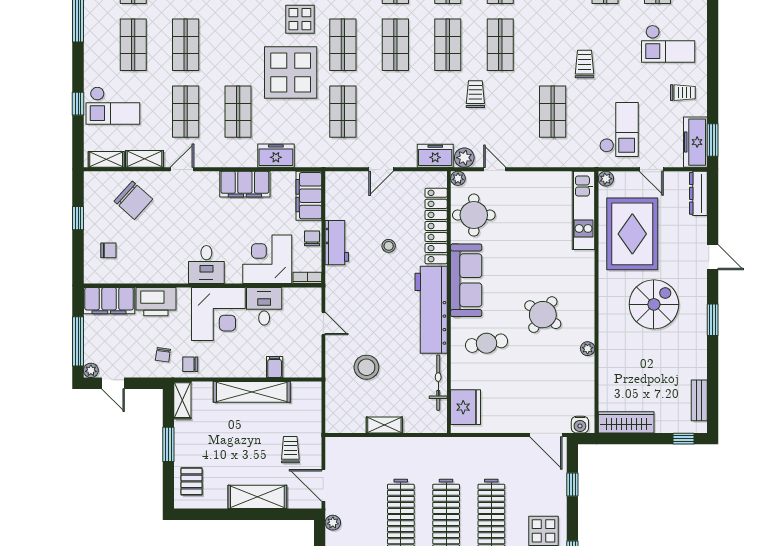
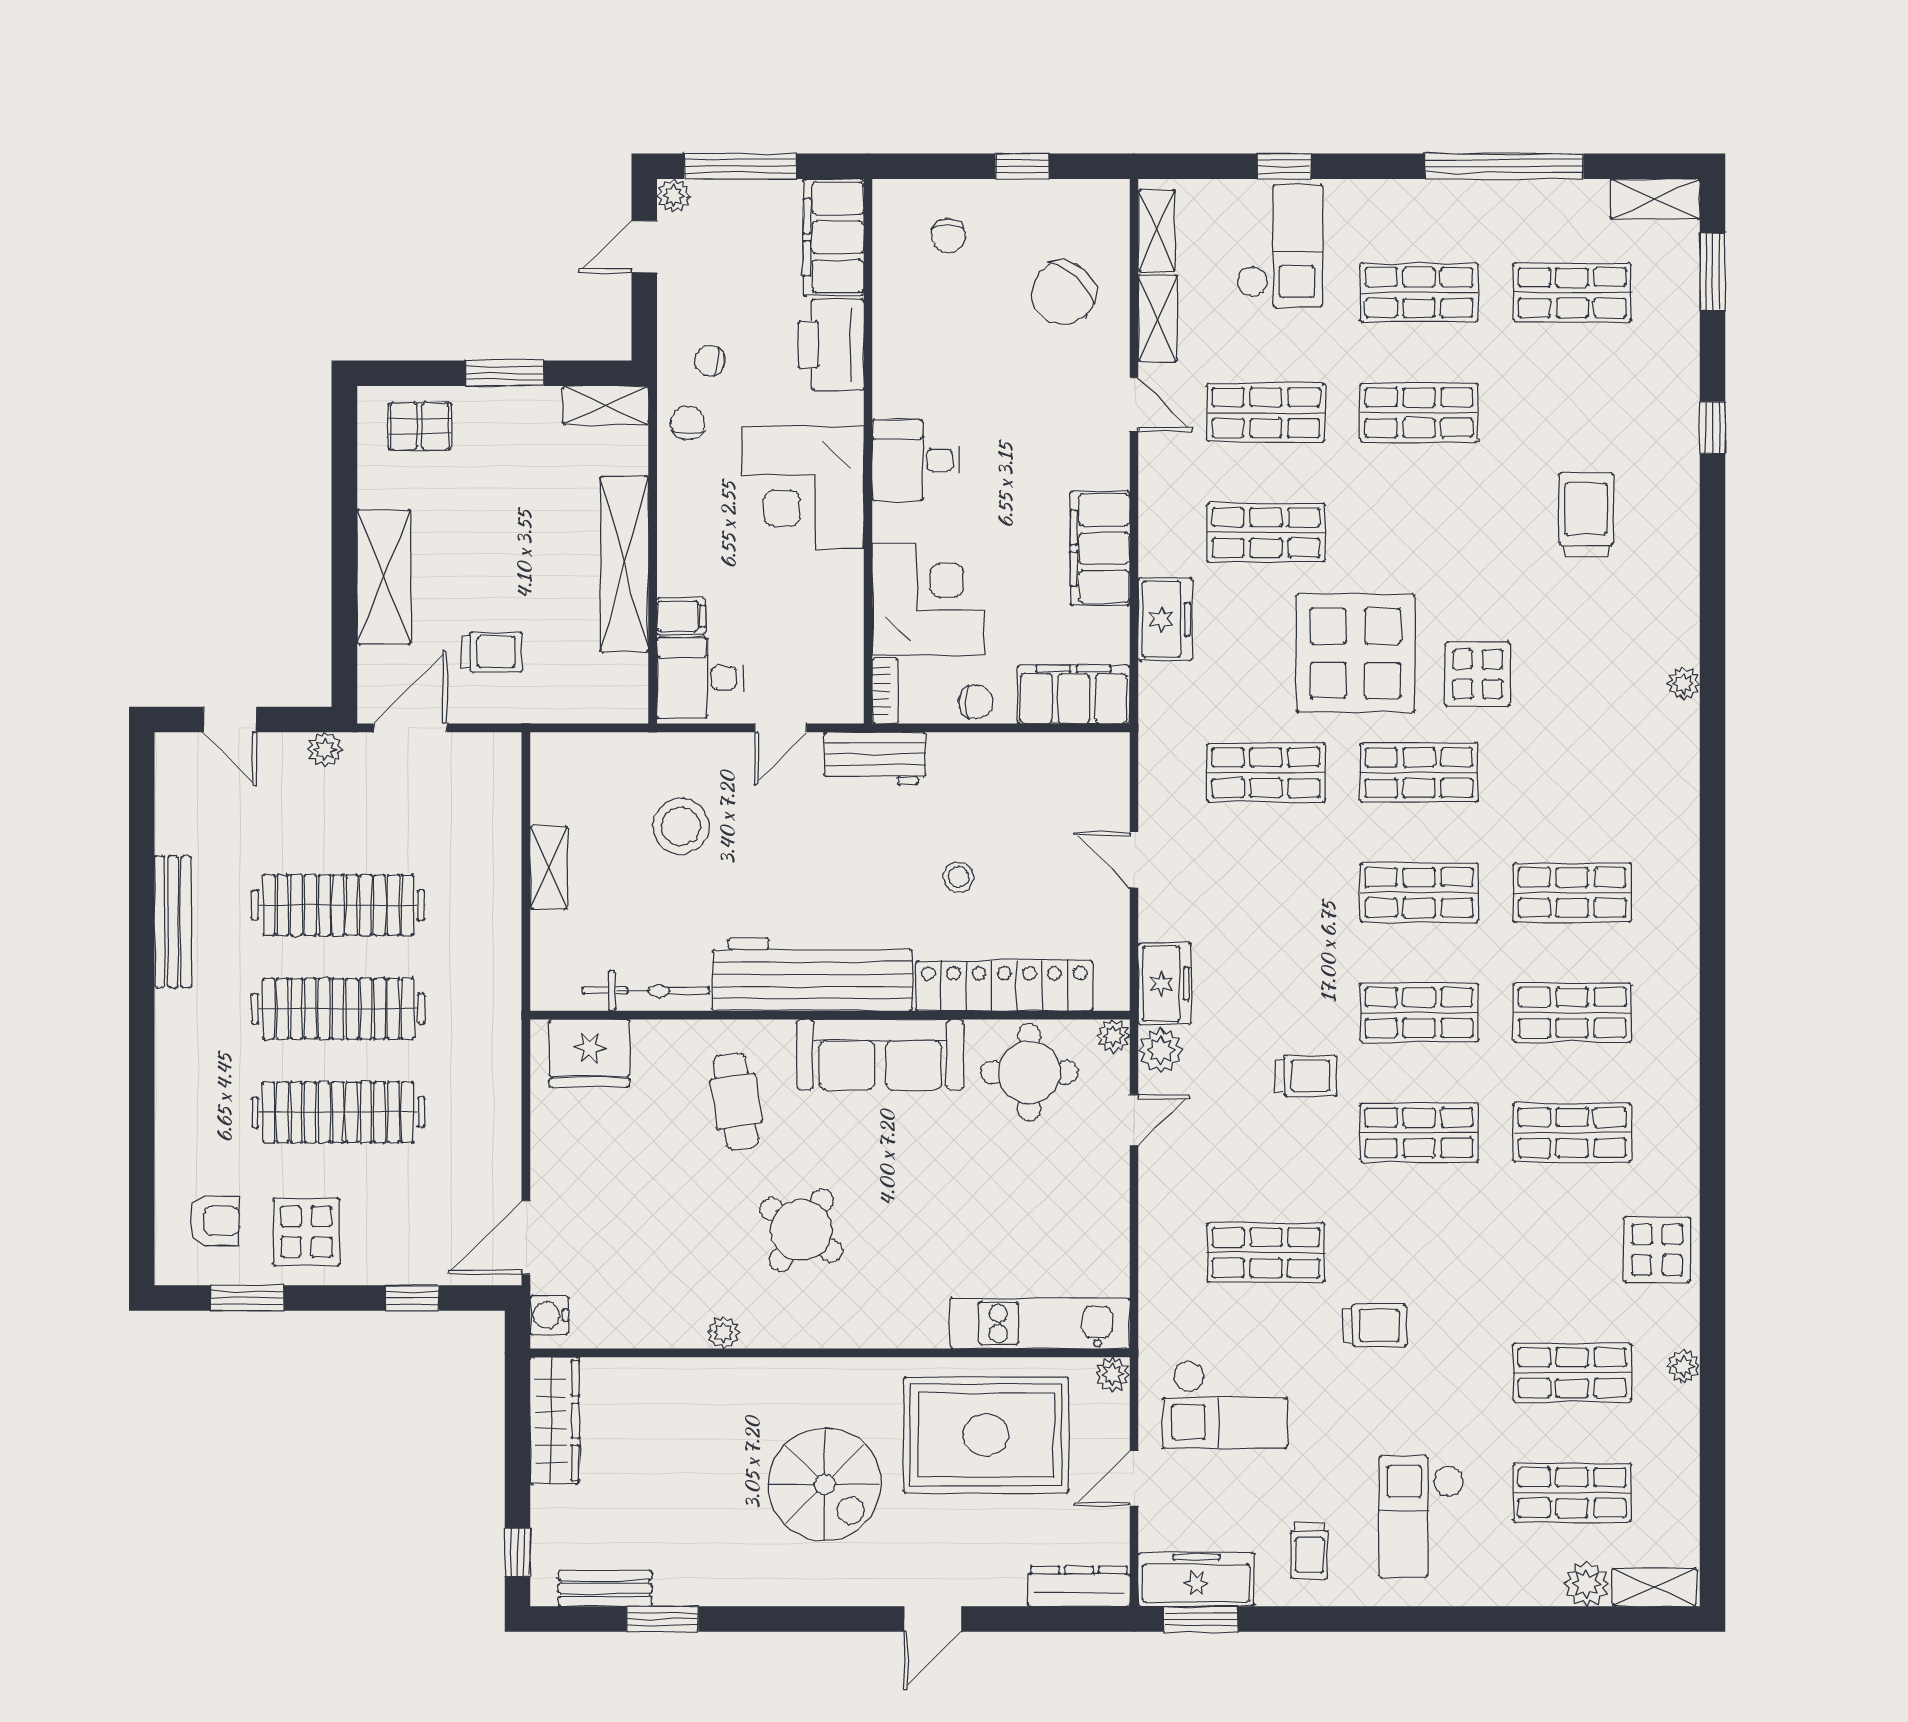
checkout: (113, 106) -> (1280, 246), turned 180
workbench: (337, 243) -> (875, 759), moved
desk: (264, 306) -> (700, 678), moved, turned 180
window: (713, 320) -> (663, 1619), moved

